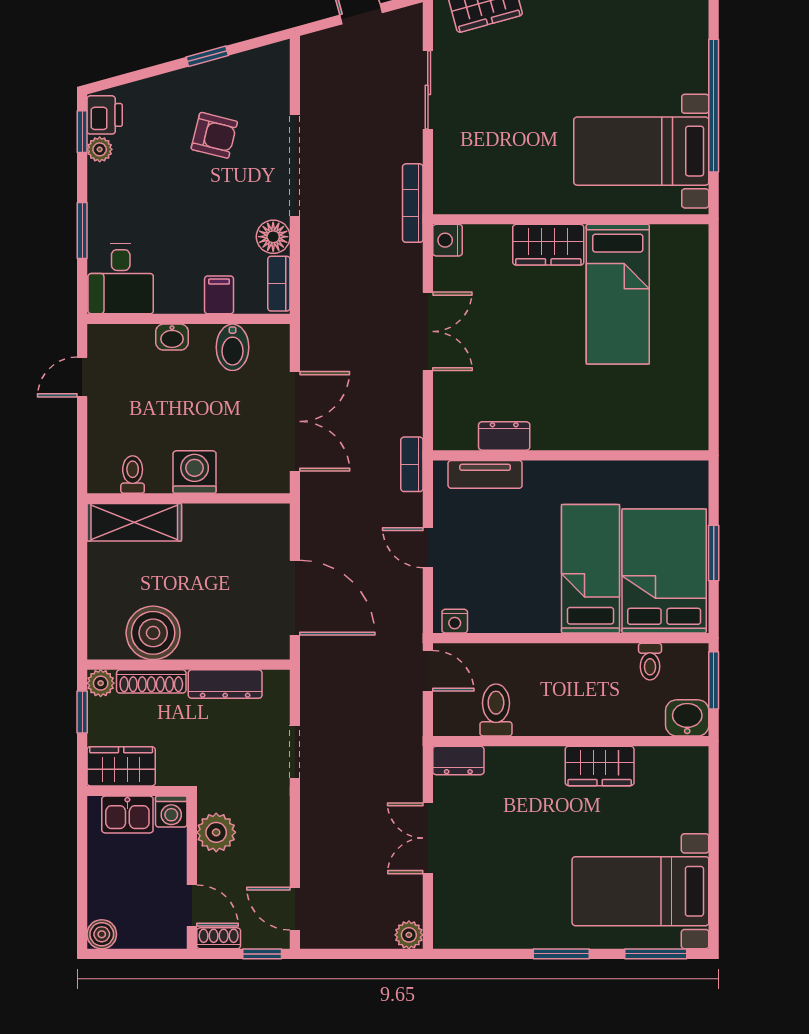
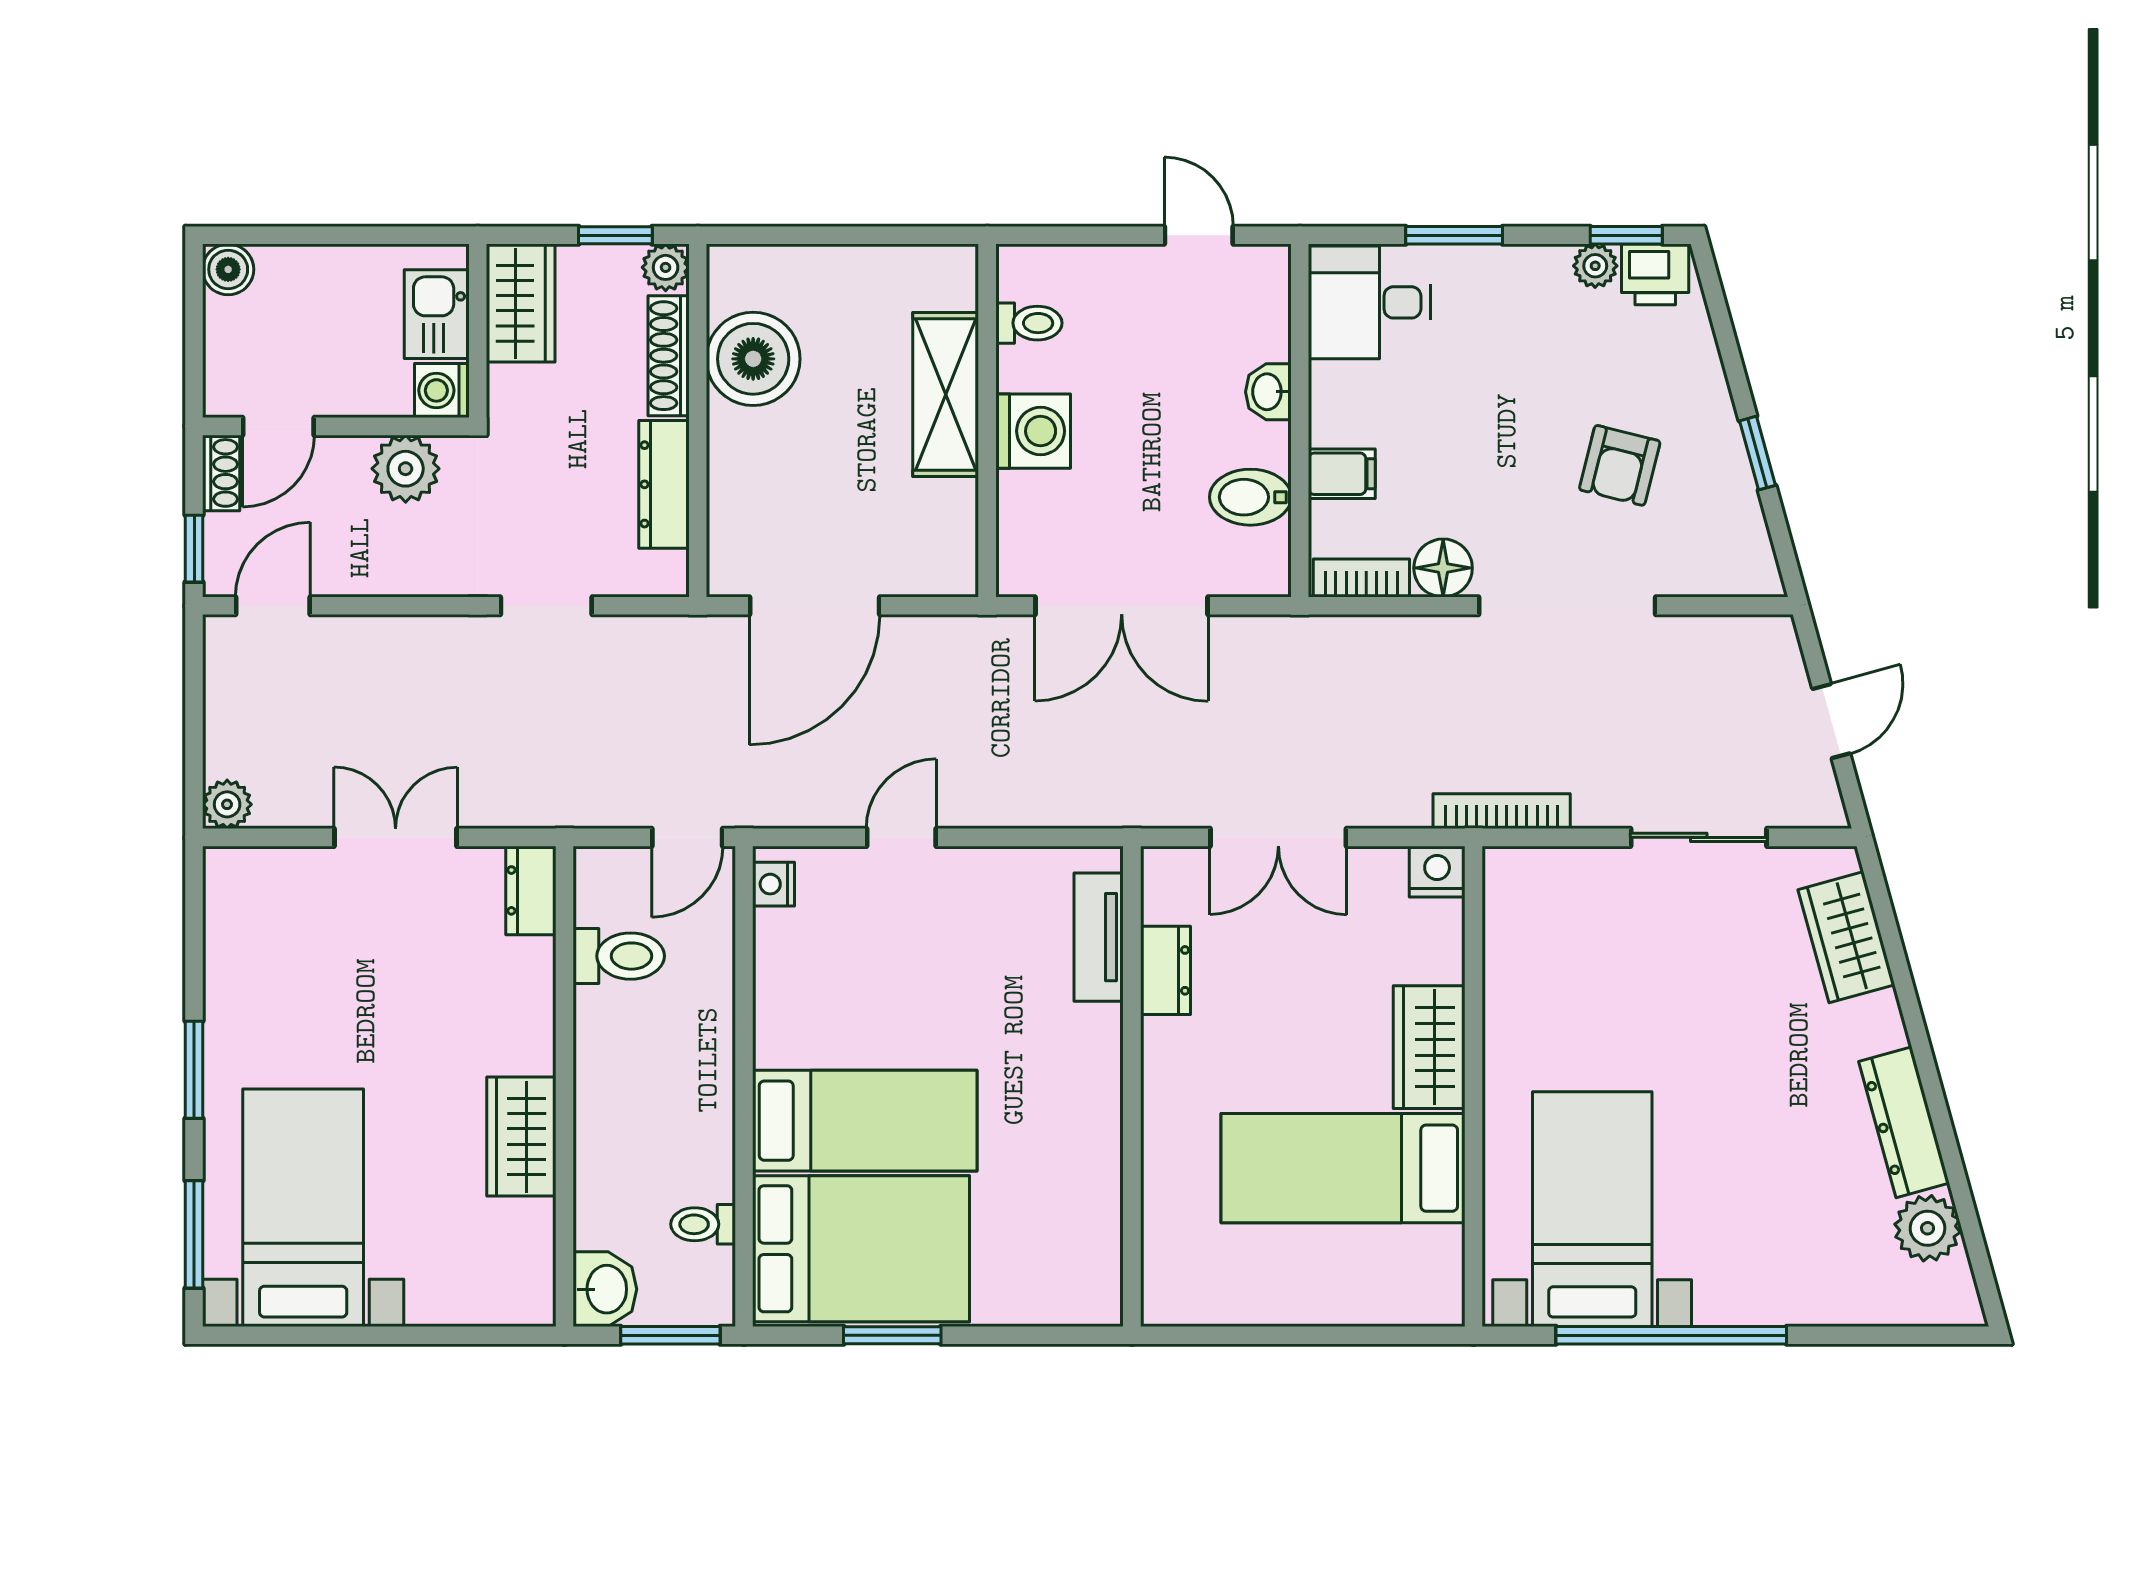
dresser: (504, 436) -> (1166, 970), moved
wall: (571, 455) -> (1132, 1086), moved
bookcase: (412, 464) -> (1047, 810), removed
tv unit: (485, 474) -> (1099, 937), moved
shelving: (134, 522) -> (946, 394), moved

